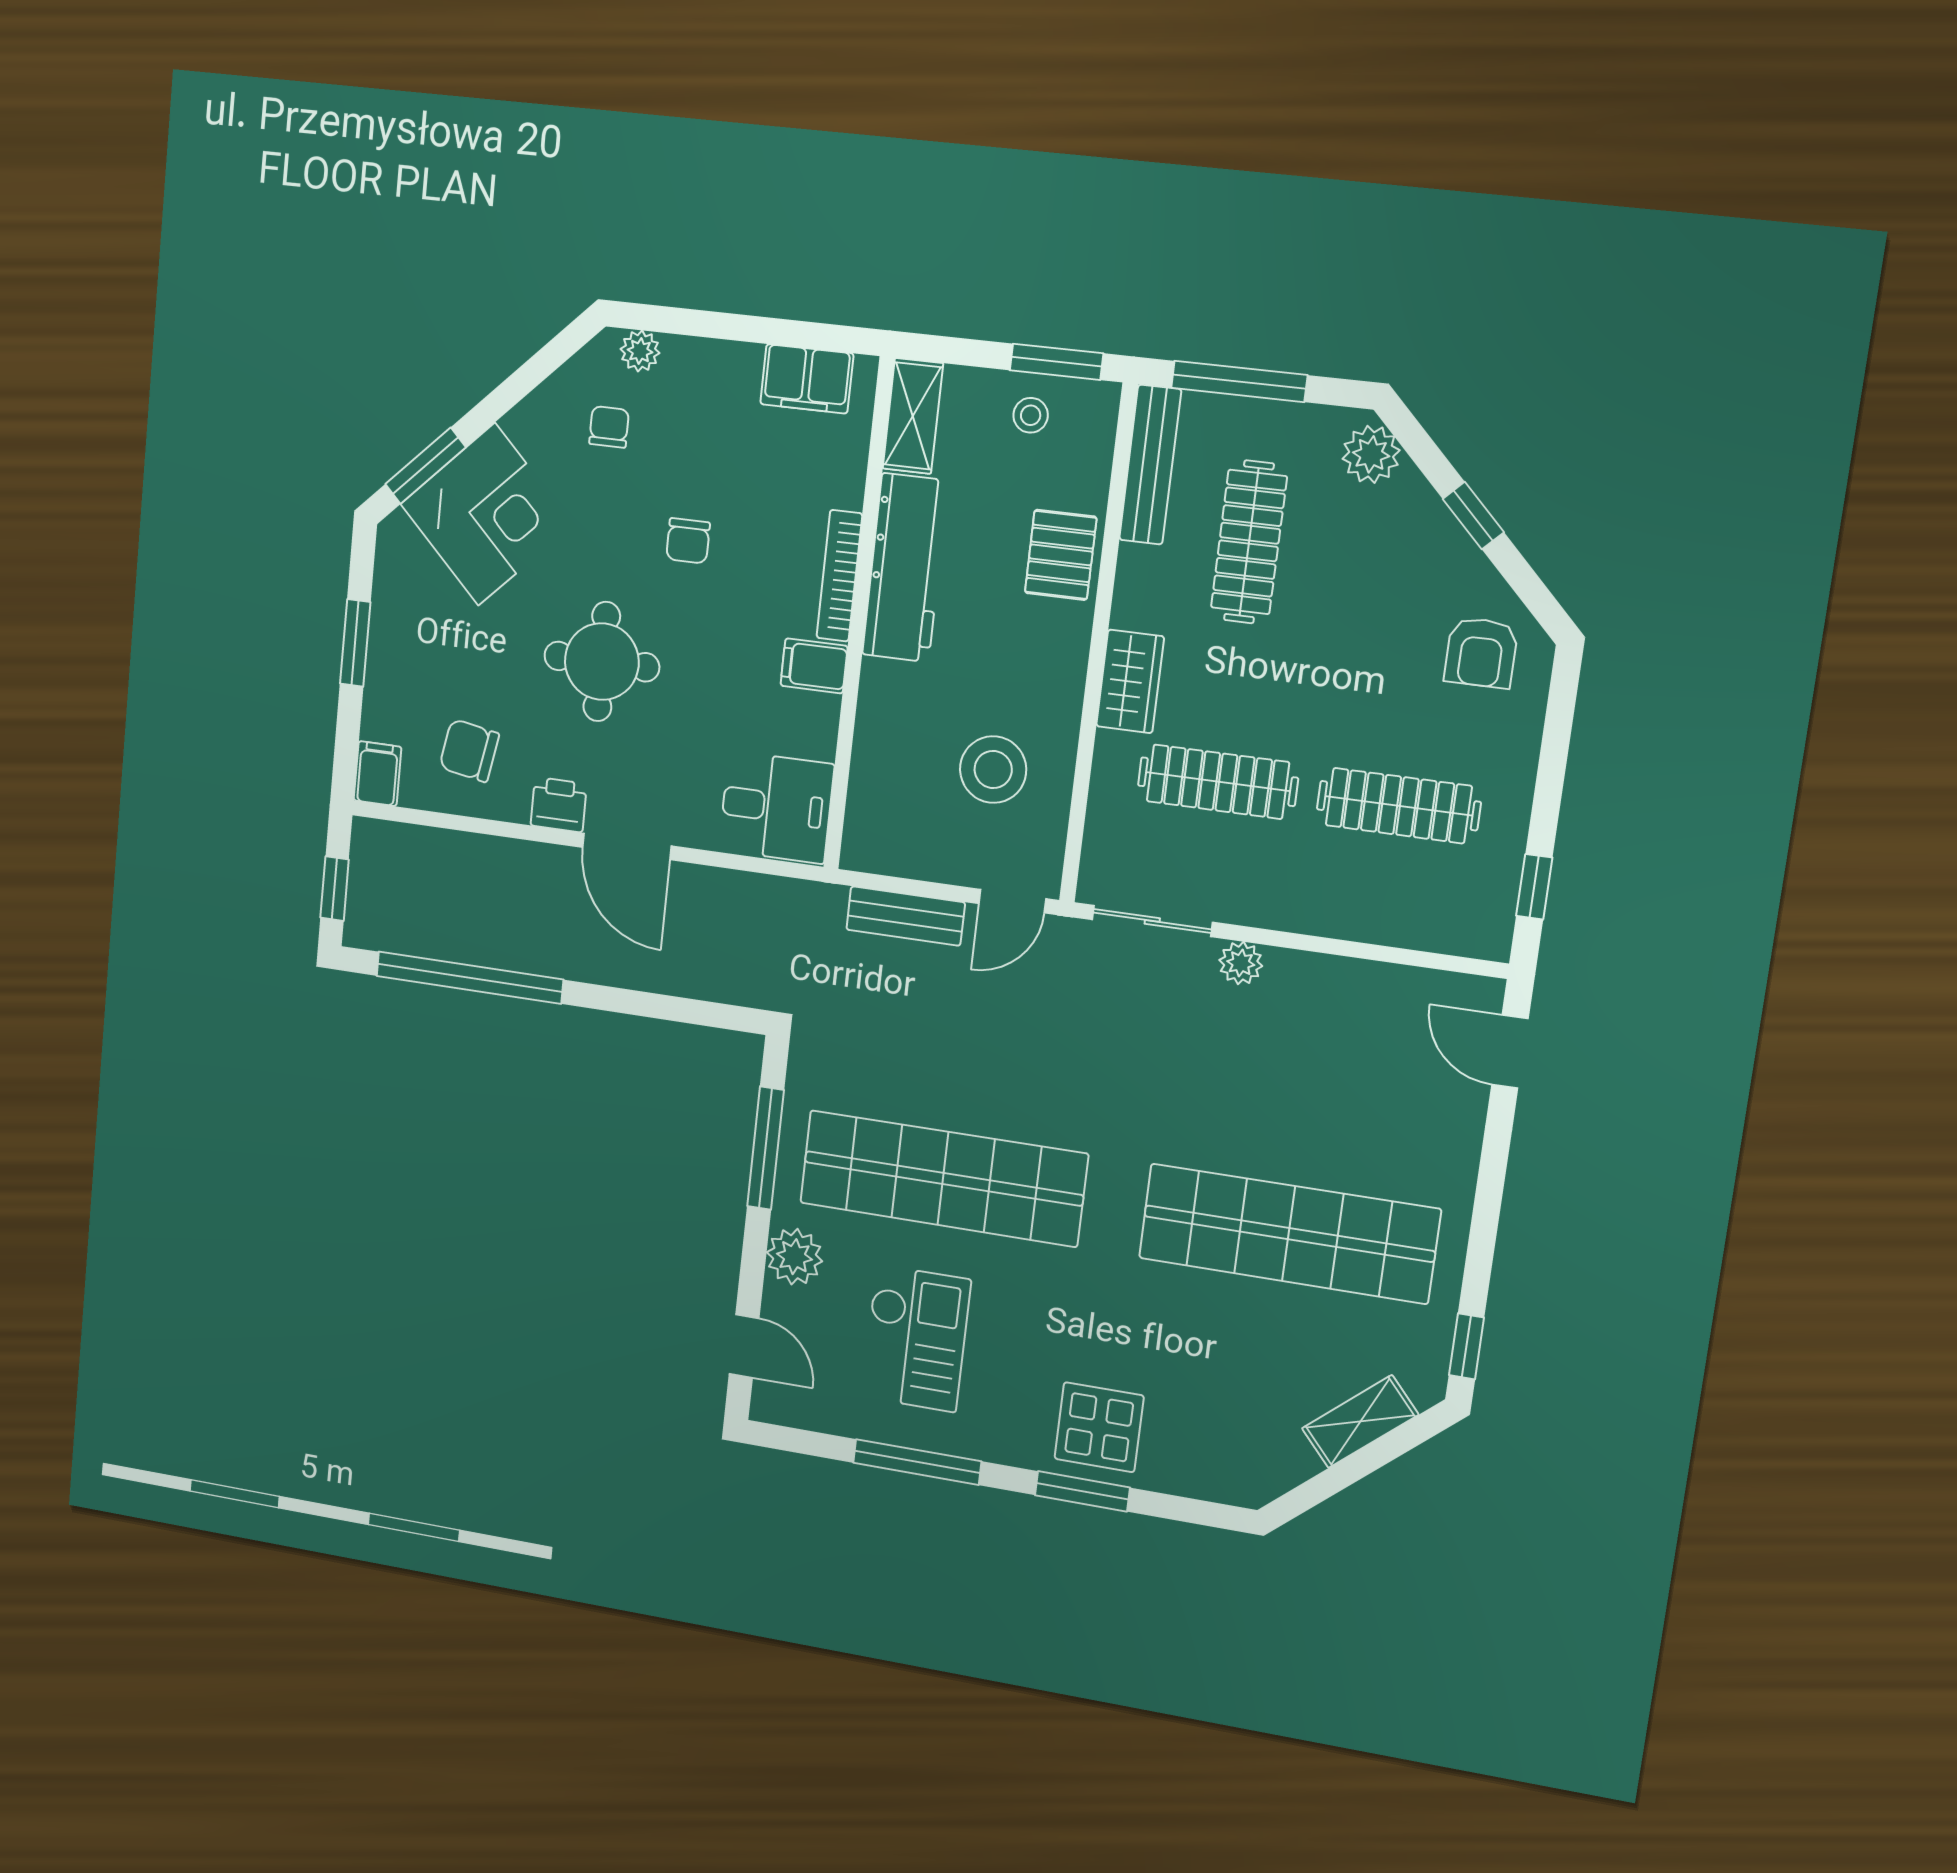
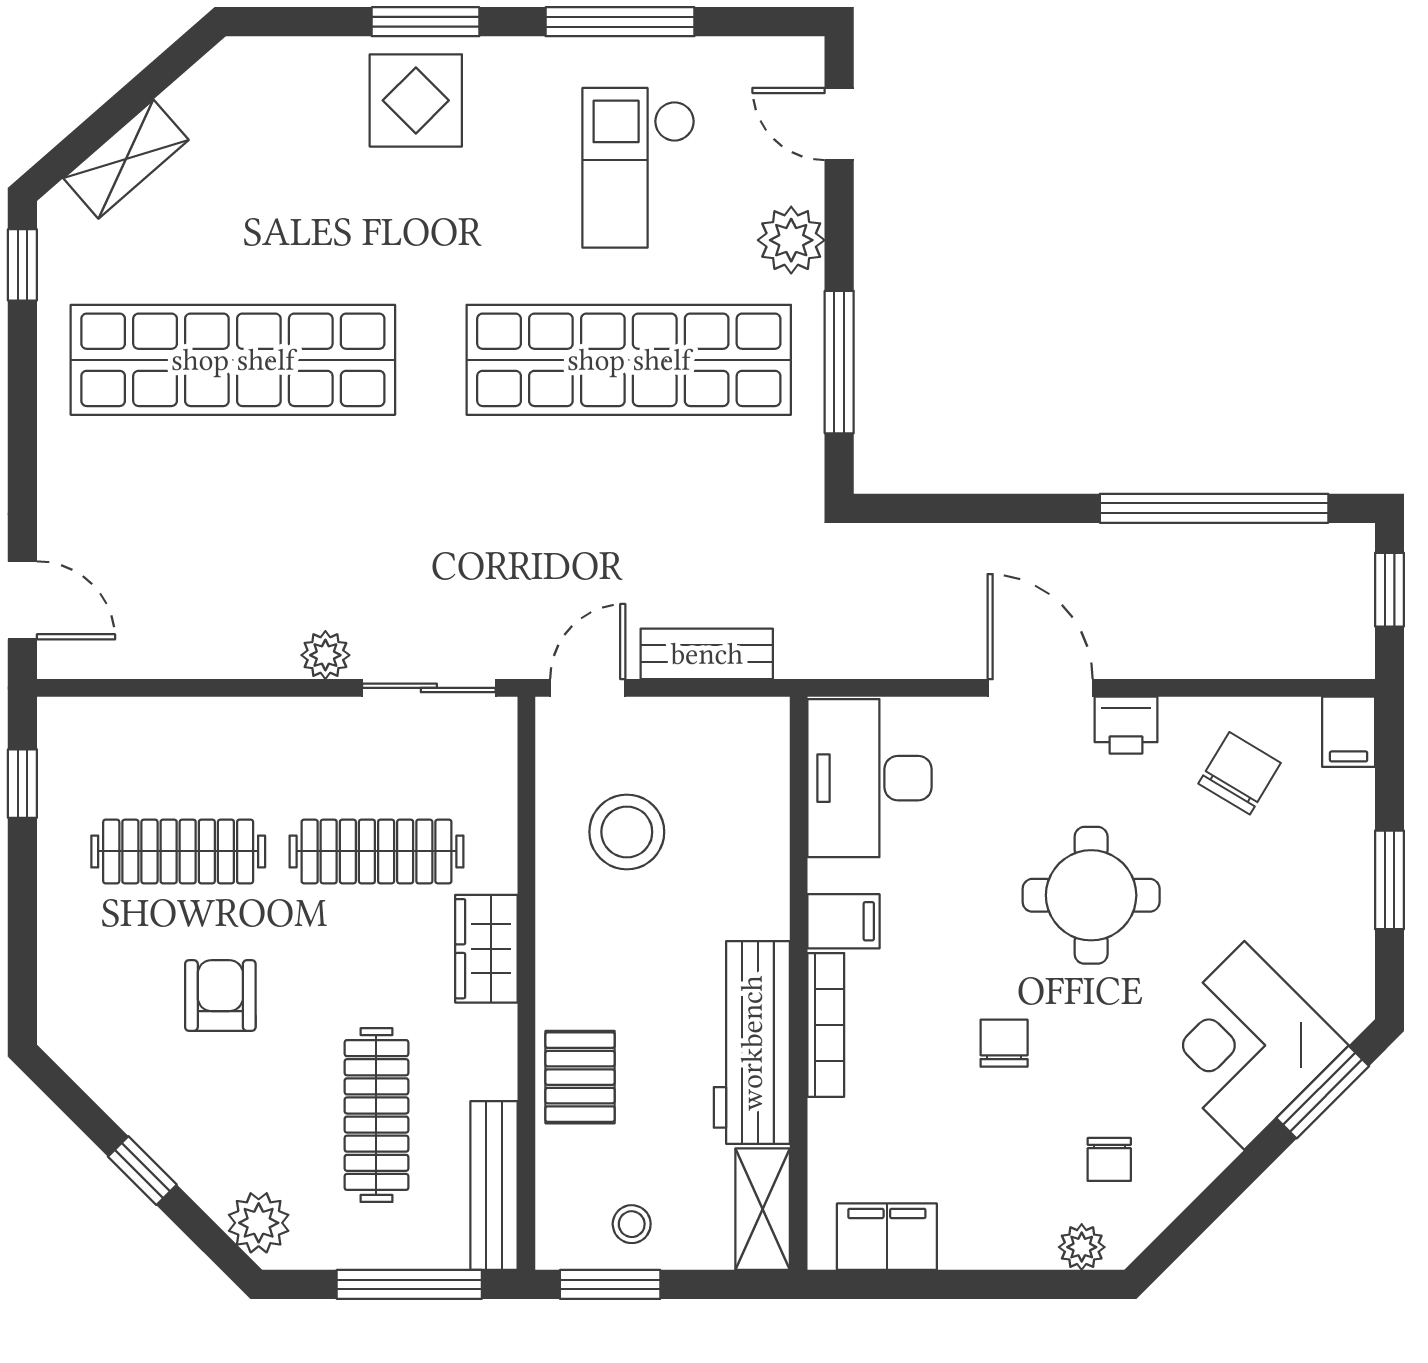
armchair: (1481, 653) -> (220, 995), moved
chair: (469, 751) -> (1240, 773), turned -69
desk: (776, 807) -> (869, 778), width x1.37

